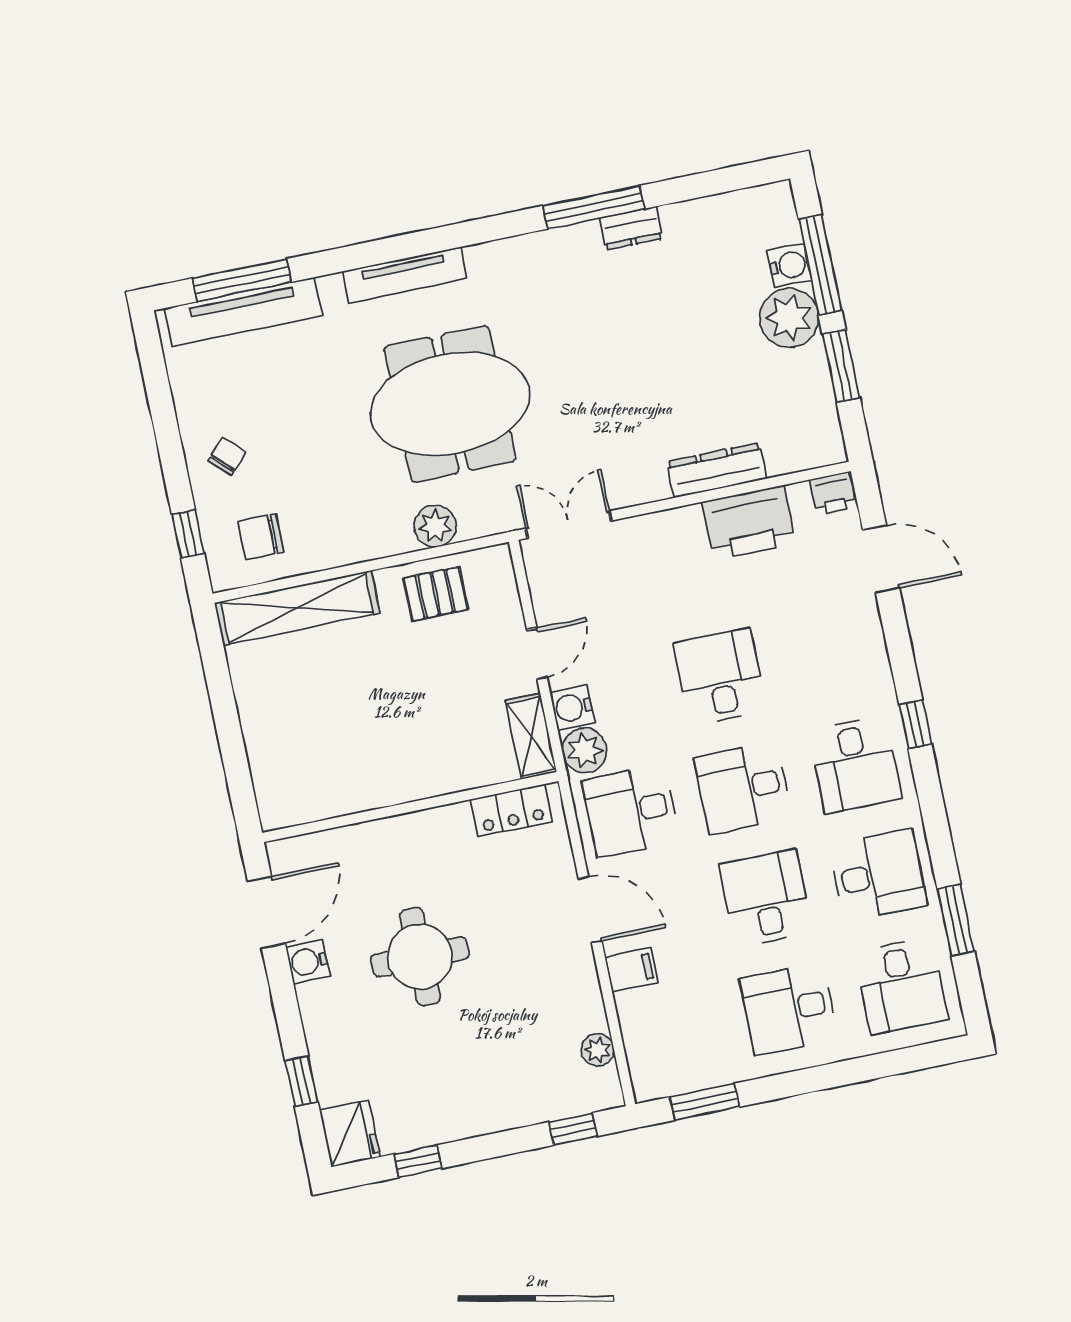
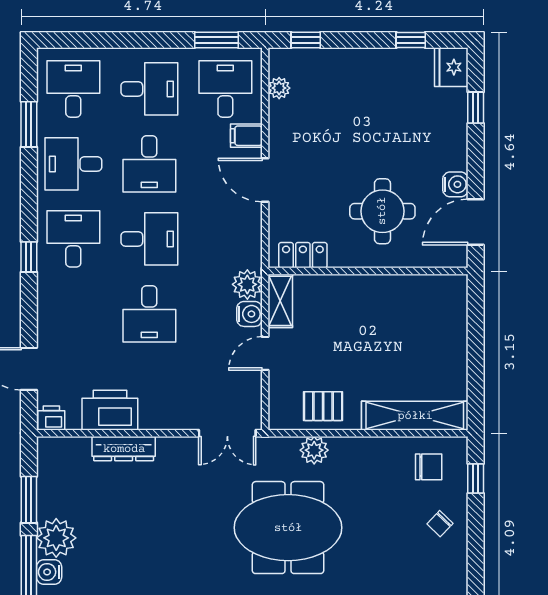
desk: (631, 811) -> (225, 89), moved, turned -90
round table: (420, 957) -> (382, 211), moved

